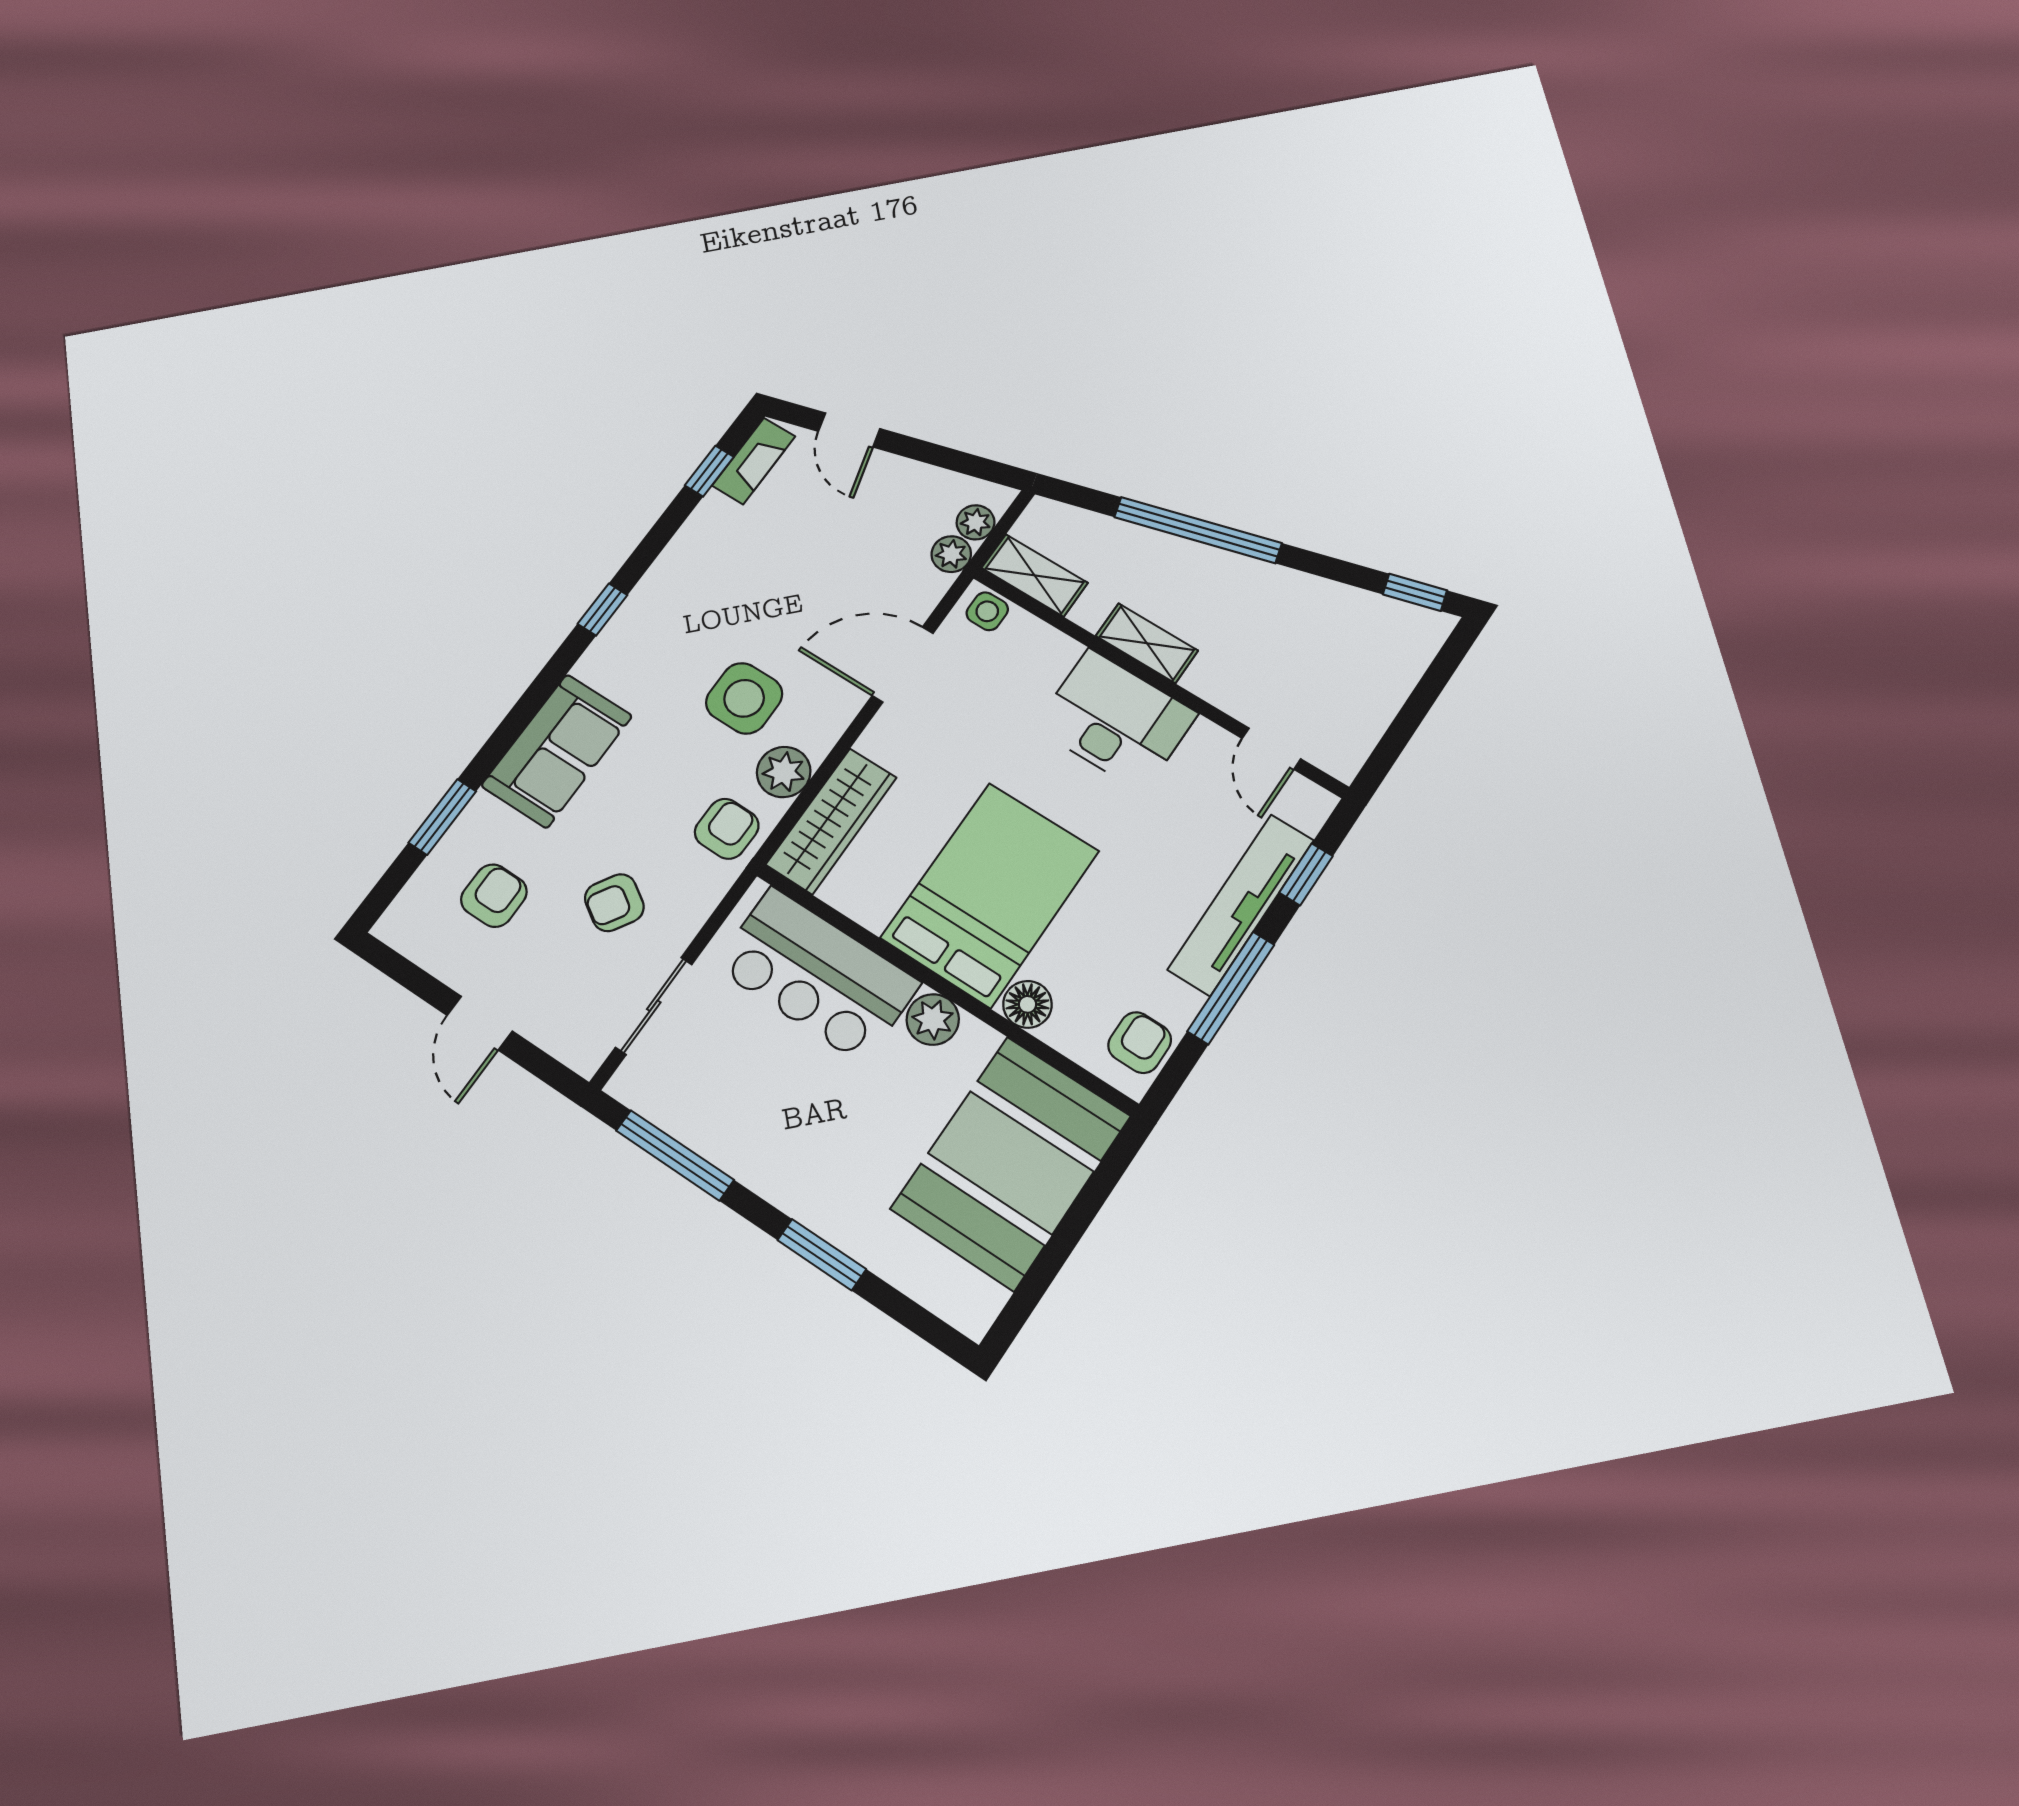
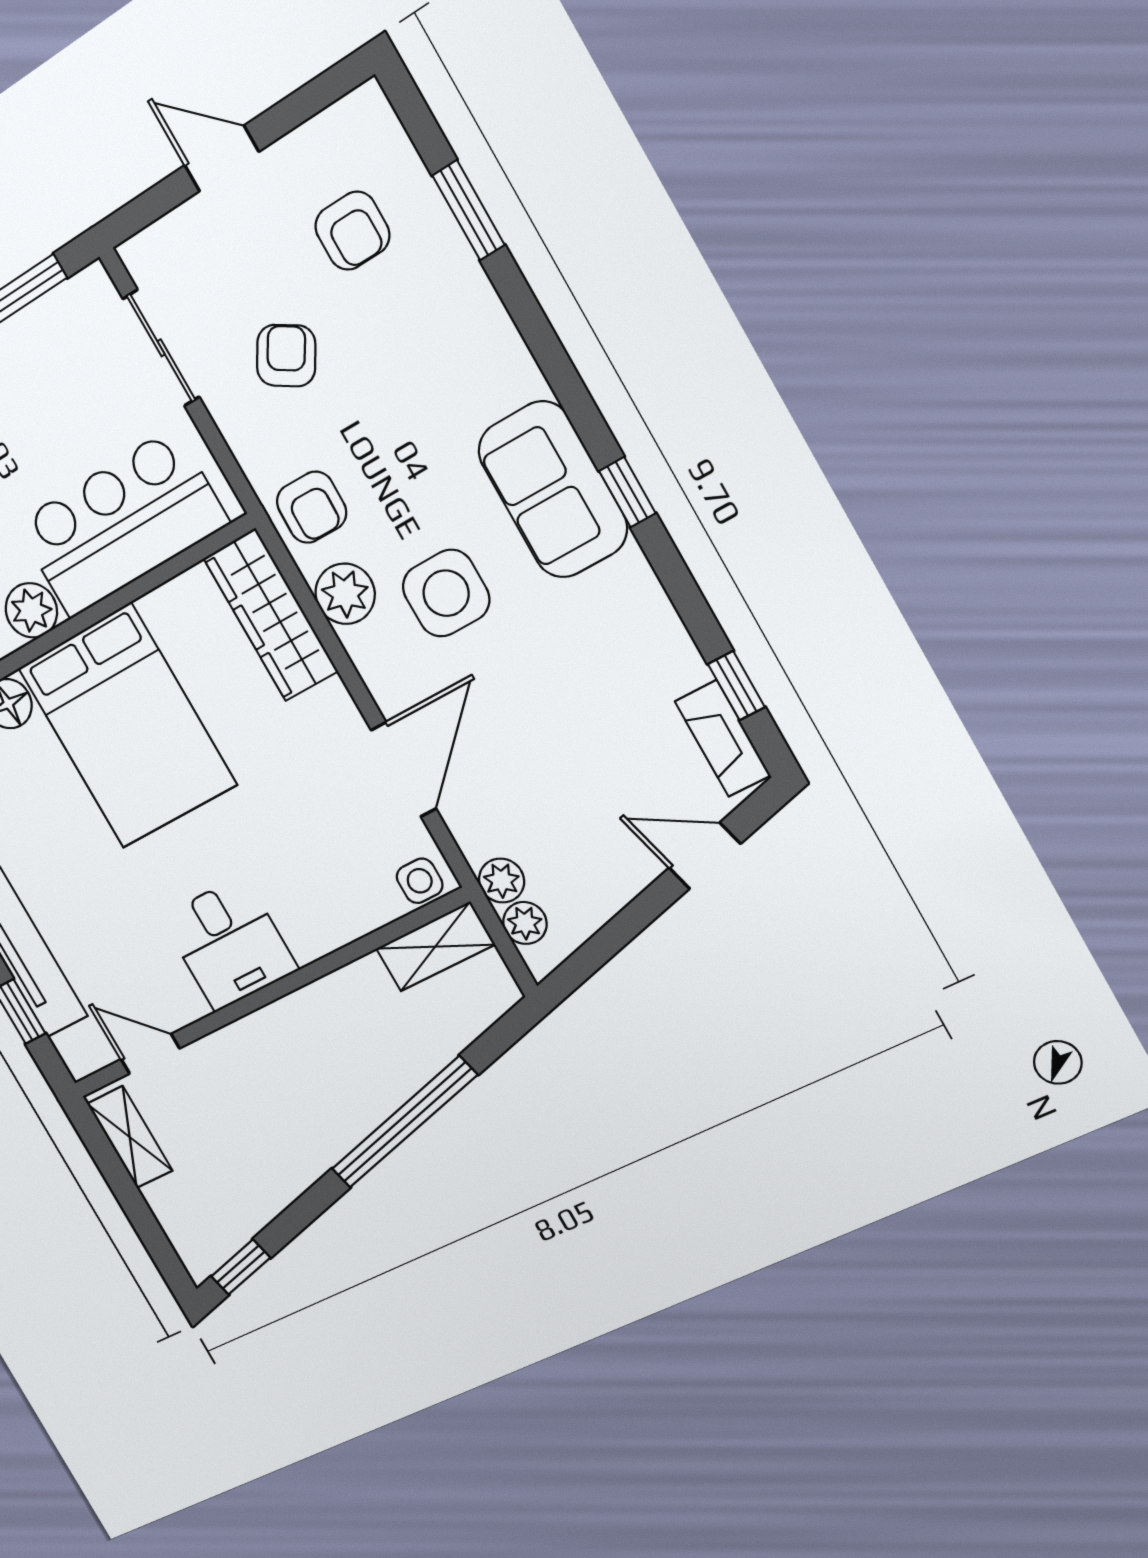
shelving: (1147, 643) -> (130, 1137), moved, turned 90
desk: (1116, 720) -> (229, 943), width x0.73
sofa: (557, 751) -> (553, 490), moved

